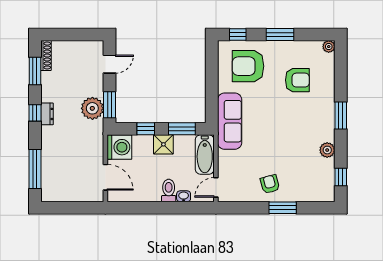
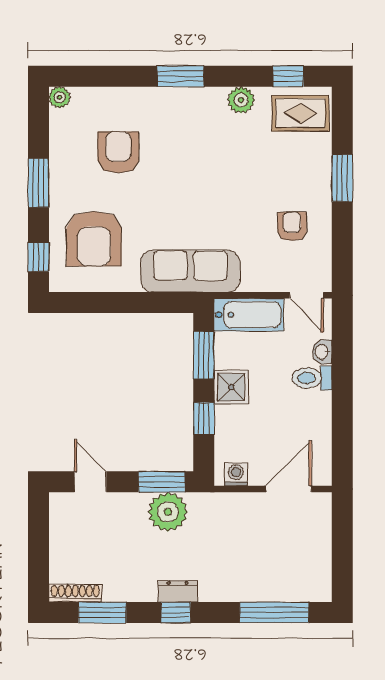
washing machine: (119, 147) -> (236, 474), width x0.53, depth x0.53
armchair: (270, 184) -> (292, 226), moved, turned 105
rug: (320, 184) -> (300, 113), added

